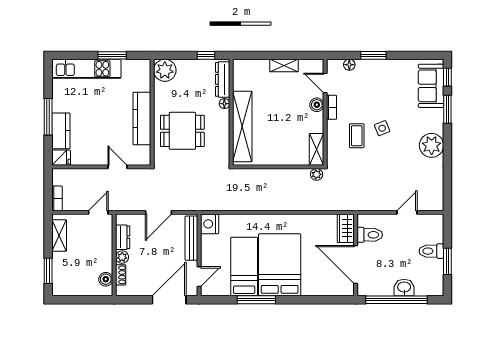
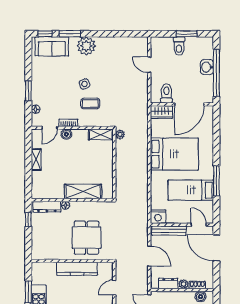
plant: (165, 70) -> (40, 251), removed
shelving: (242, 126) -> (83, 192), width x0.68
plant: (432, 145) -> (86, 46), moved
bed: (280, 265) -> (174, 154), moved, turned 180

